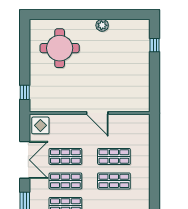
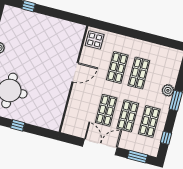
window: (25, 92) -> (18, 125), moved
display table: (40, 125) -> (95, 40), moved

